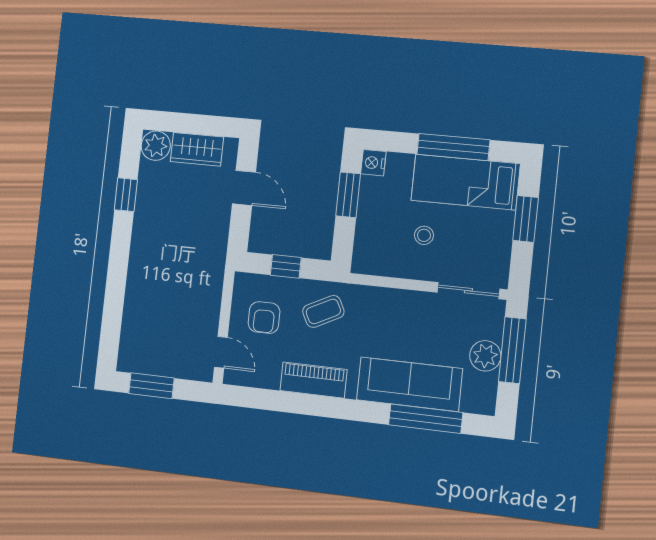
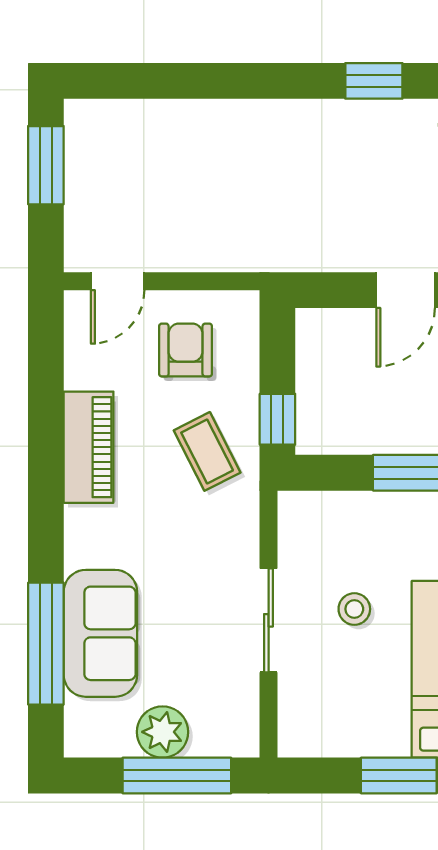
window: (286, 266) -> (277, 419), moved
sliding door: (468, 291) -> (269, 620), moved
armchair: (264, 318) -> (186, 350), turned 90
sofa: (409, 384) -> (100, 633), width x0.73

